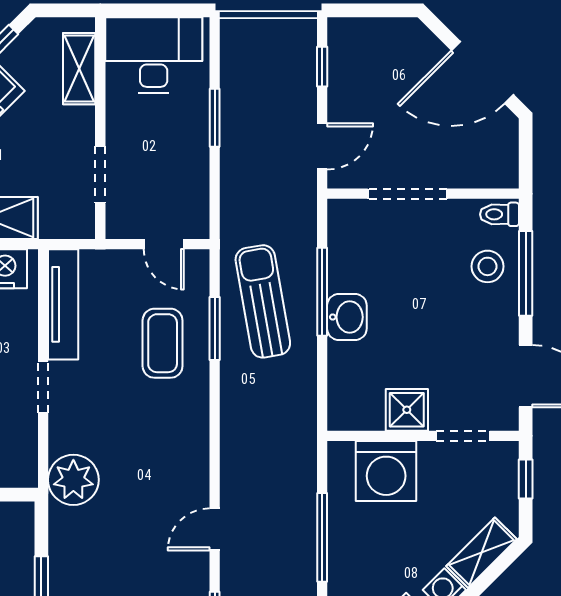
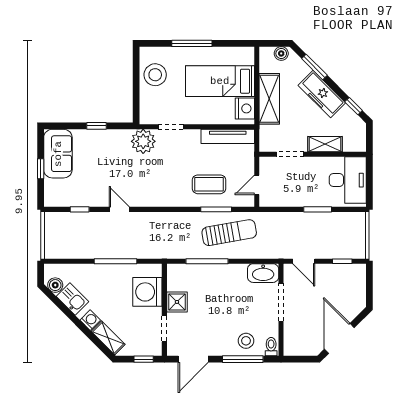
shelving: (79, 69) -> (325, 144), moved
window: (322, 292) -> (207, 261), moved
washbasin: (347, 317) -> (263, 273), moved, width x1.38
doorway: (43, 387) -> (171, 127), moved

